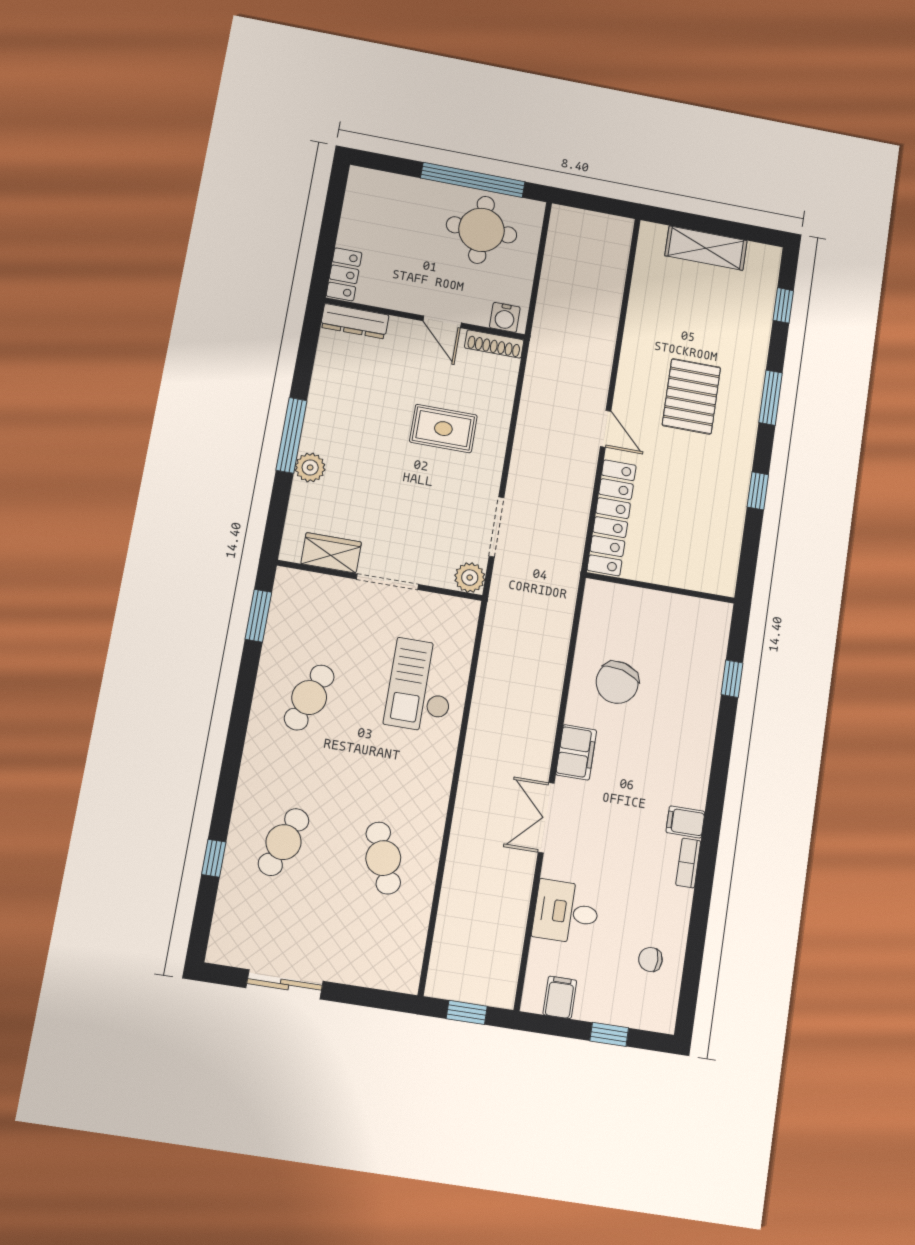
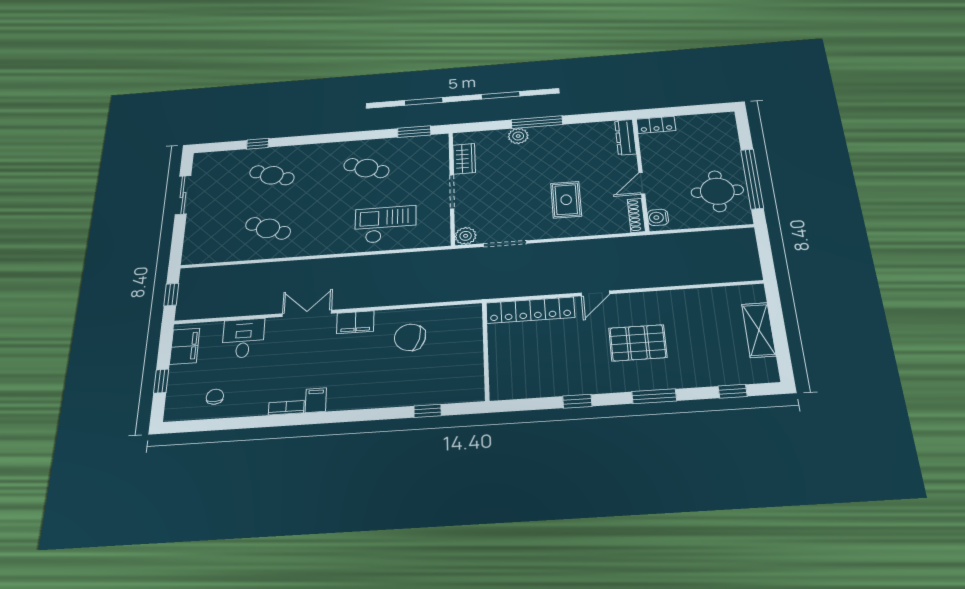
cafe table: (383, 858) -> (268, 228), turned 45
filing cabinet: (560, 997) -> (185, 346), width x2.00

